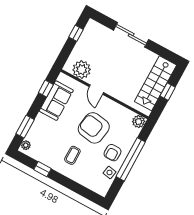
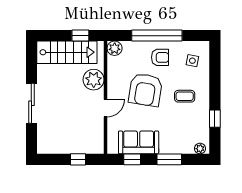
window: (76, 33) -> (78, 159), moved
plant: (82, 70) -> (94, 80), moved
window: (168, 92) -> (80, 36), moved
window: (25, 127) -> (169, 159), moved
side table: (110, 173) -> (192, 61), moved

